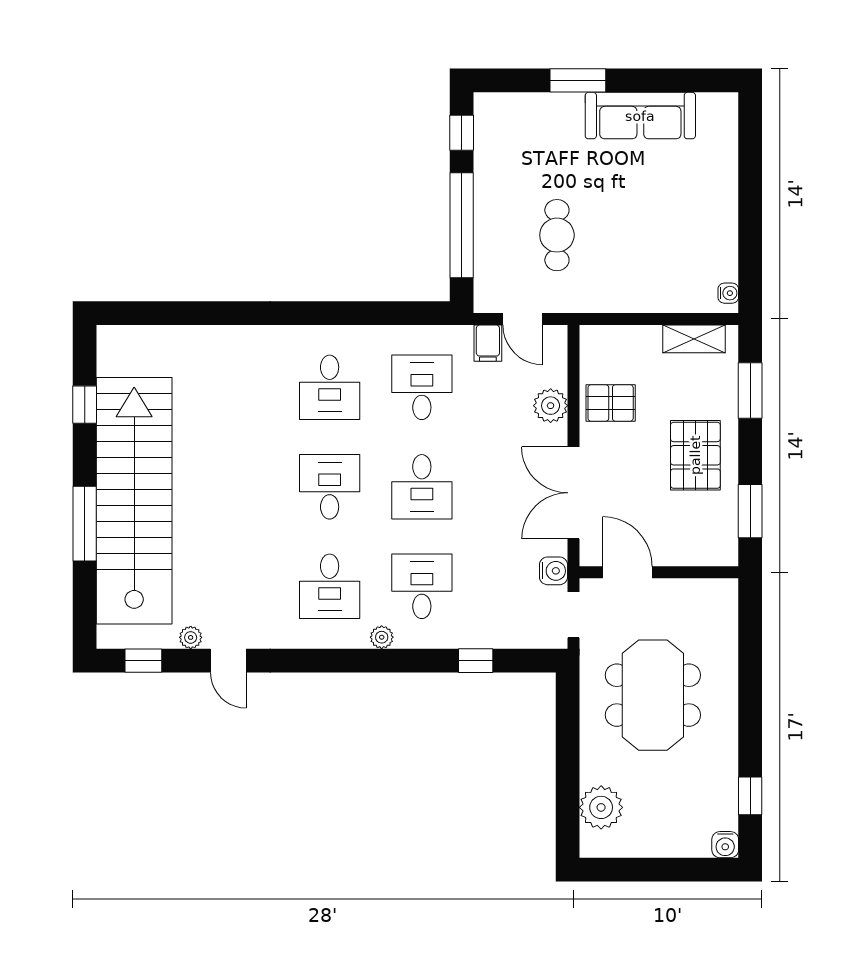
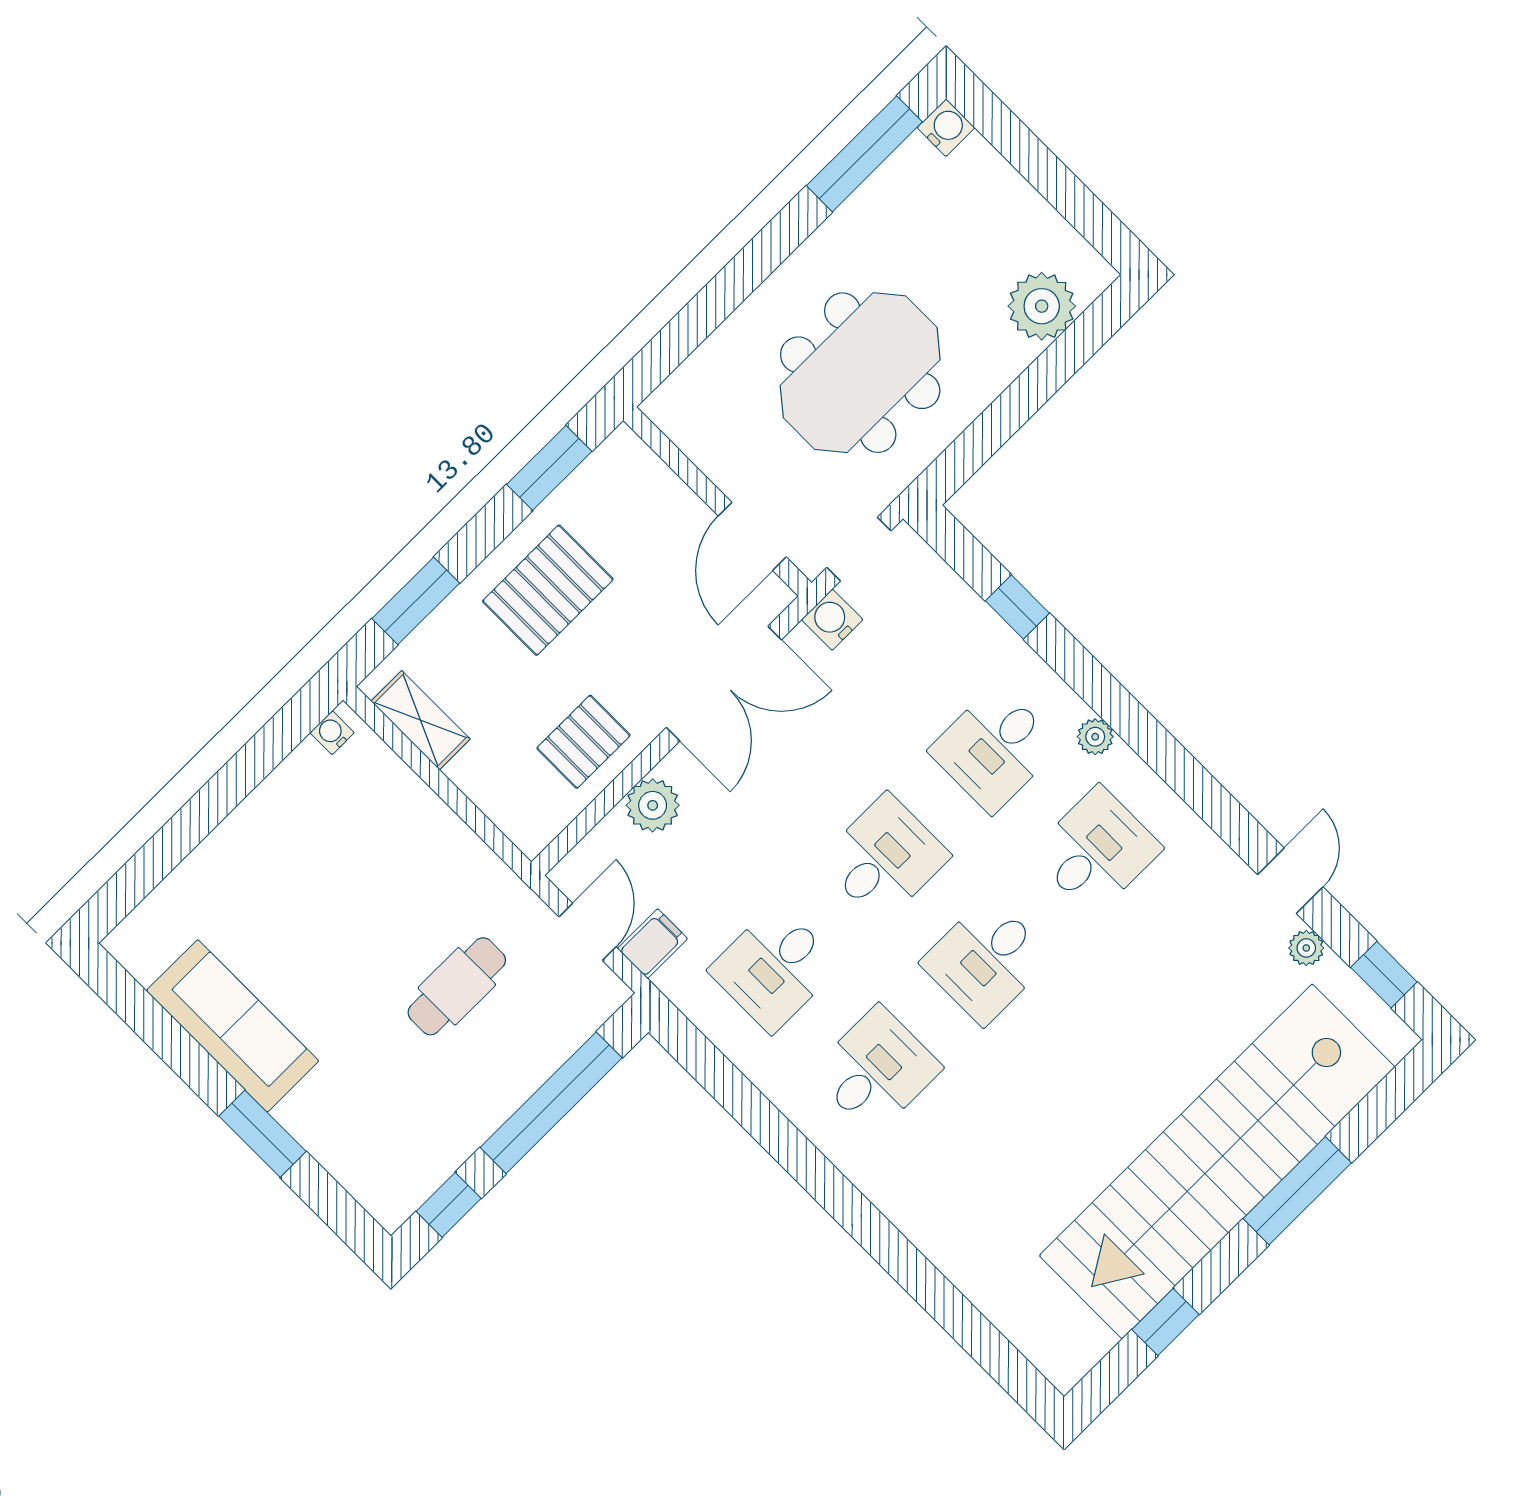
pallet: (611, 403) -> (583, 742), turned 90
window: (750, 796) -> (864, 154), width x2.17

